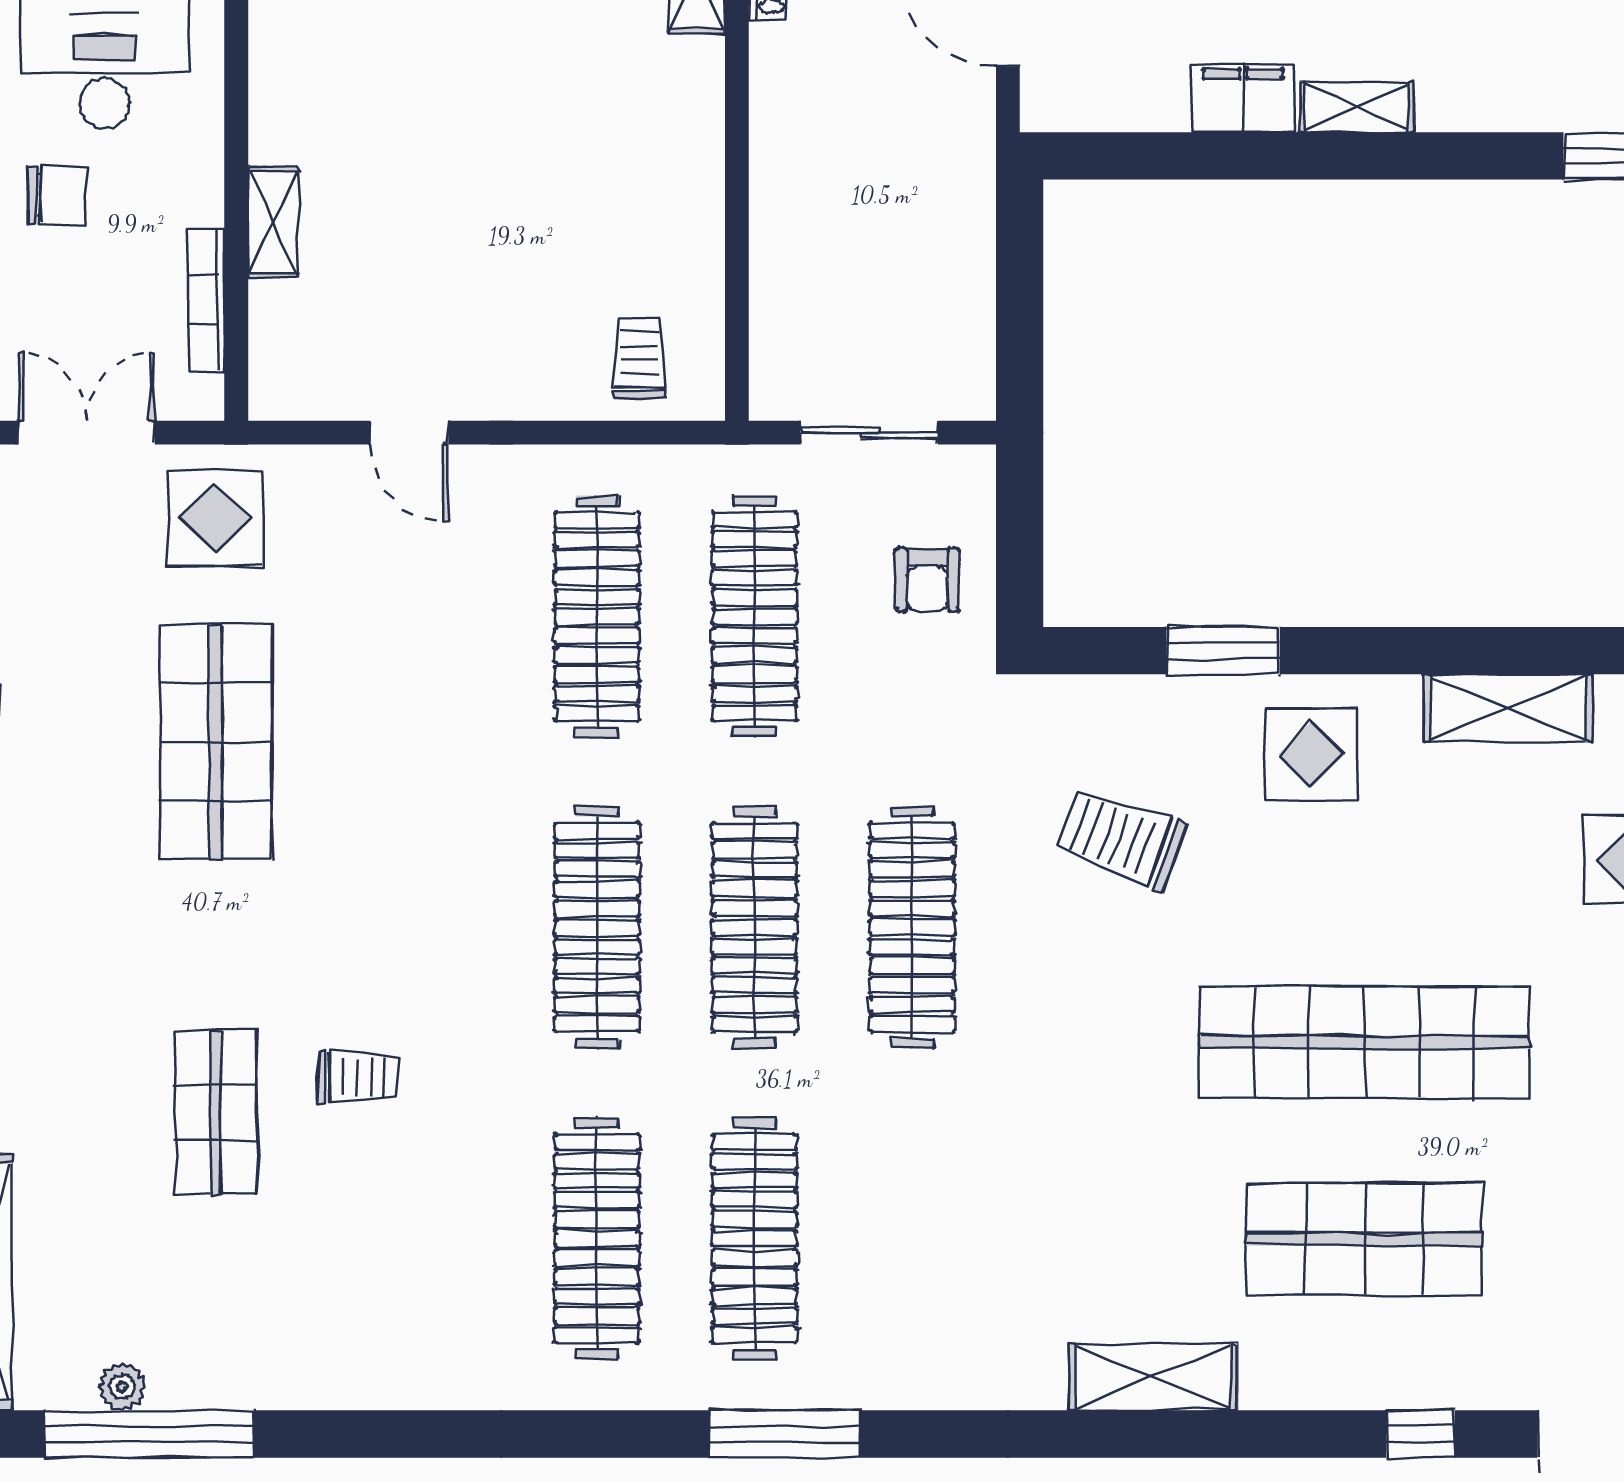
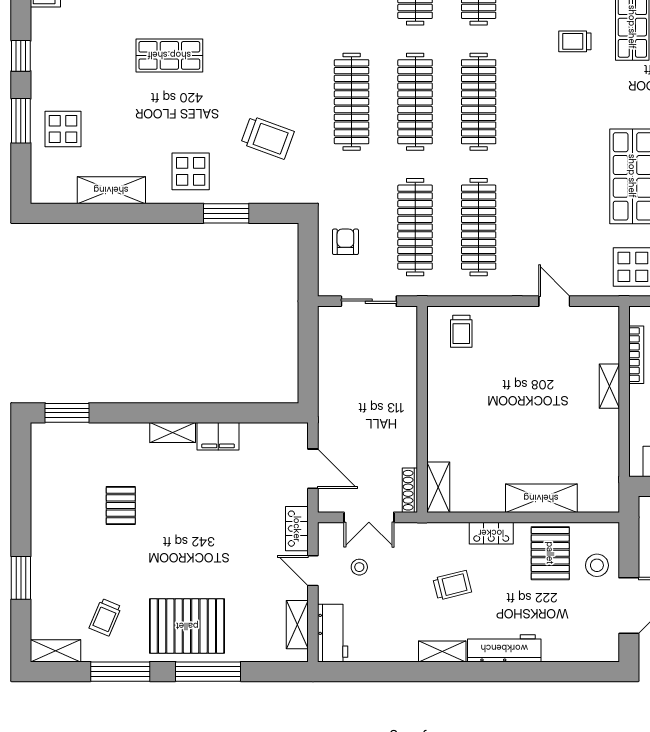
shop shelf: (1364, 1042) -> (169, 55), width x0.50, depth x0.74

